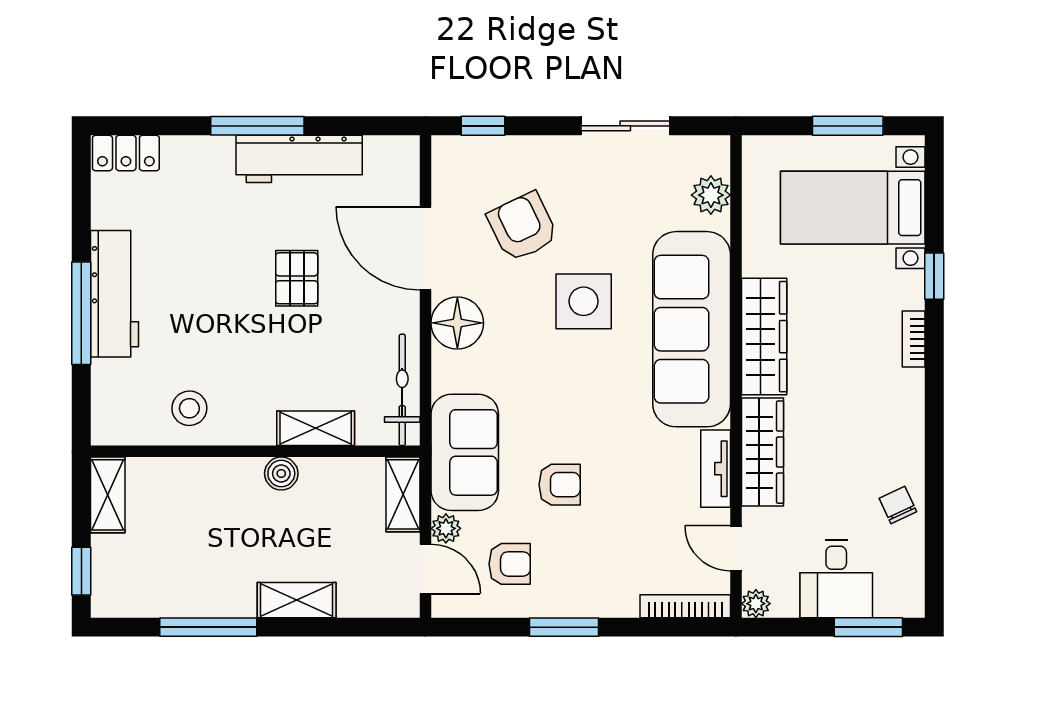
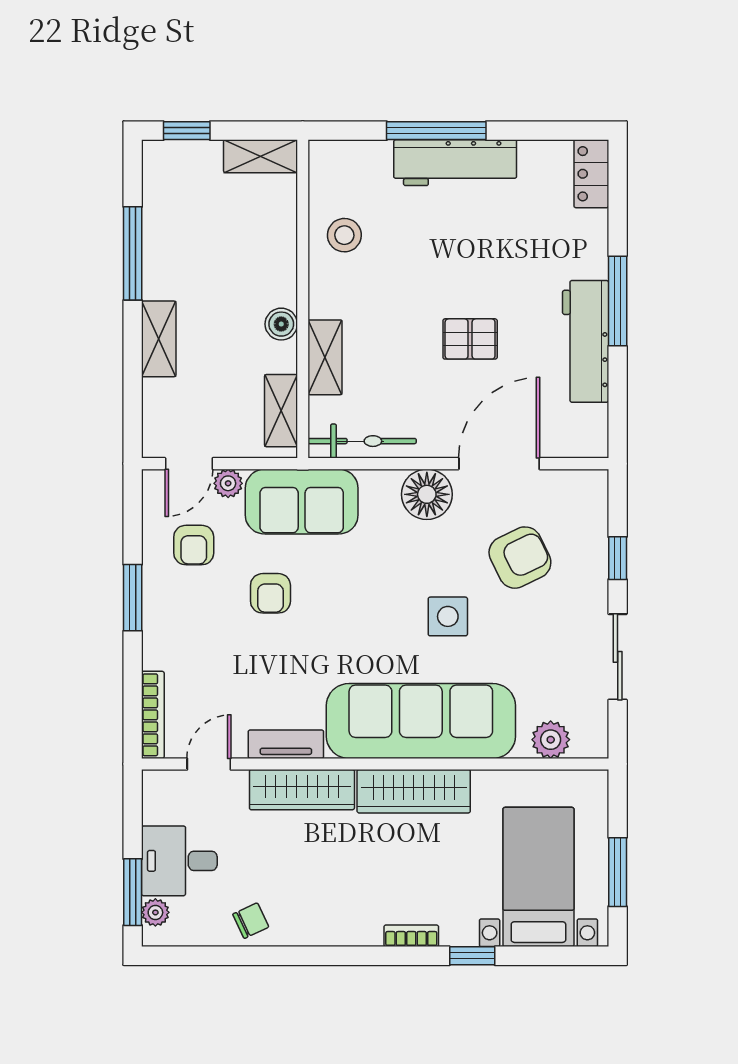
window: (483, 126) -> (618, 558), moved
side table: (584, 301) -> (448, 616), width x0.73, depth x0.73
shelving: (403, 494) -> (281, 411), moved, turned 90
plant: (756, 604) -> (155, 912), moved

